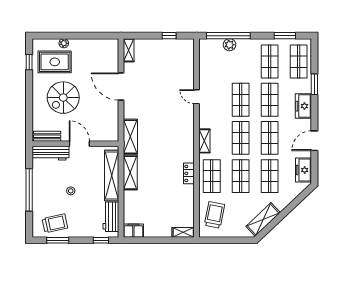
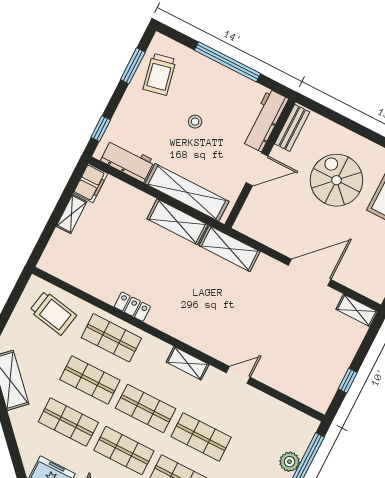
shelving: (204, 141) -> (188, 363), moved
shelving: (183, 232) -> (72, 214), moved

